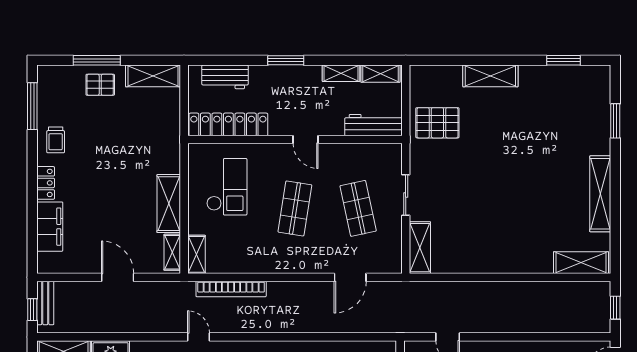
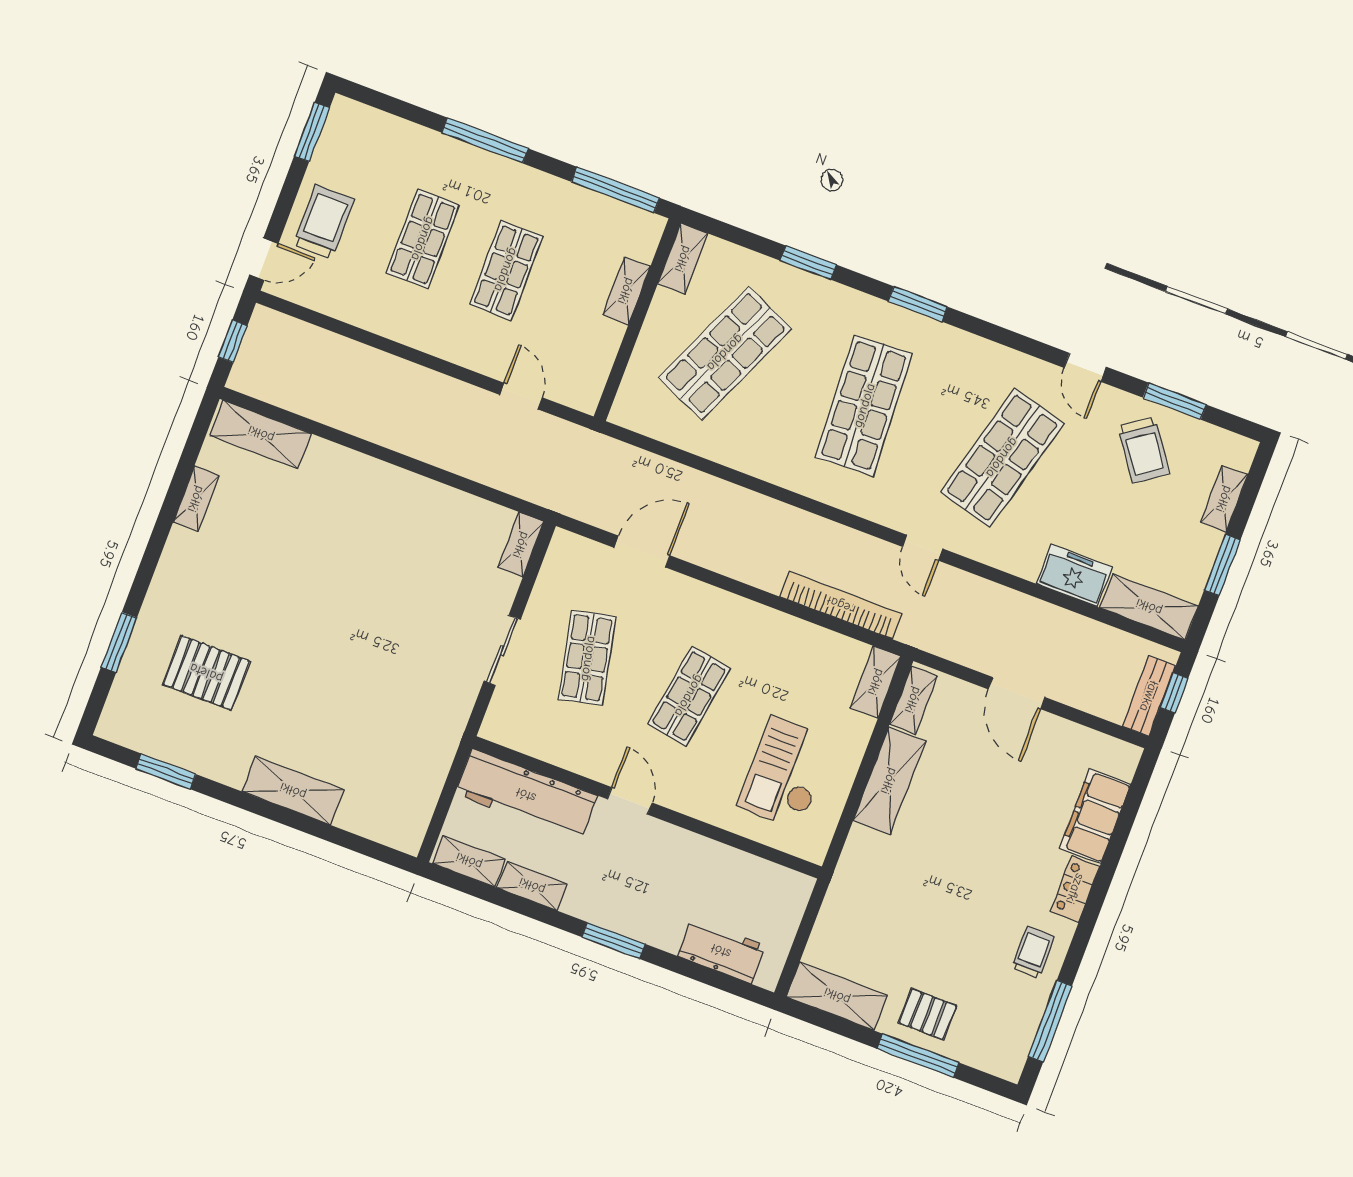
pallet: (437, 123) -> (206, 673), moved
locker: (228, 124) -> (745, 872), removed
workbench: (373, 125) -> (526, 795), width x1.36, depth x1.32
shelving: (600, 194) -> (196, 499), width x0.45, depth x0.75
shelving: (420, 248) -> (521, 545), width x0.67, depth x0.75

